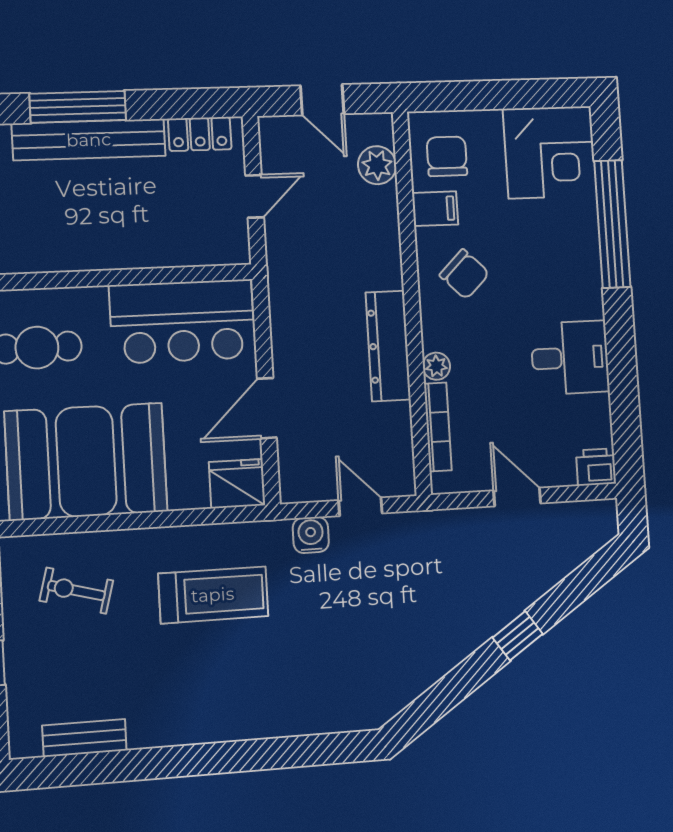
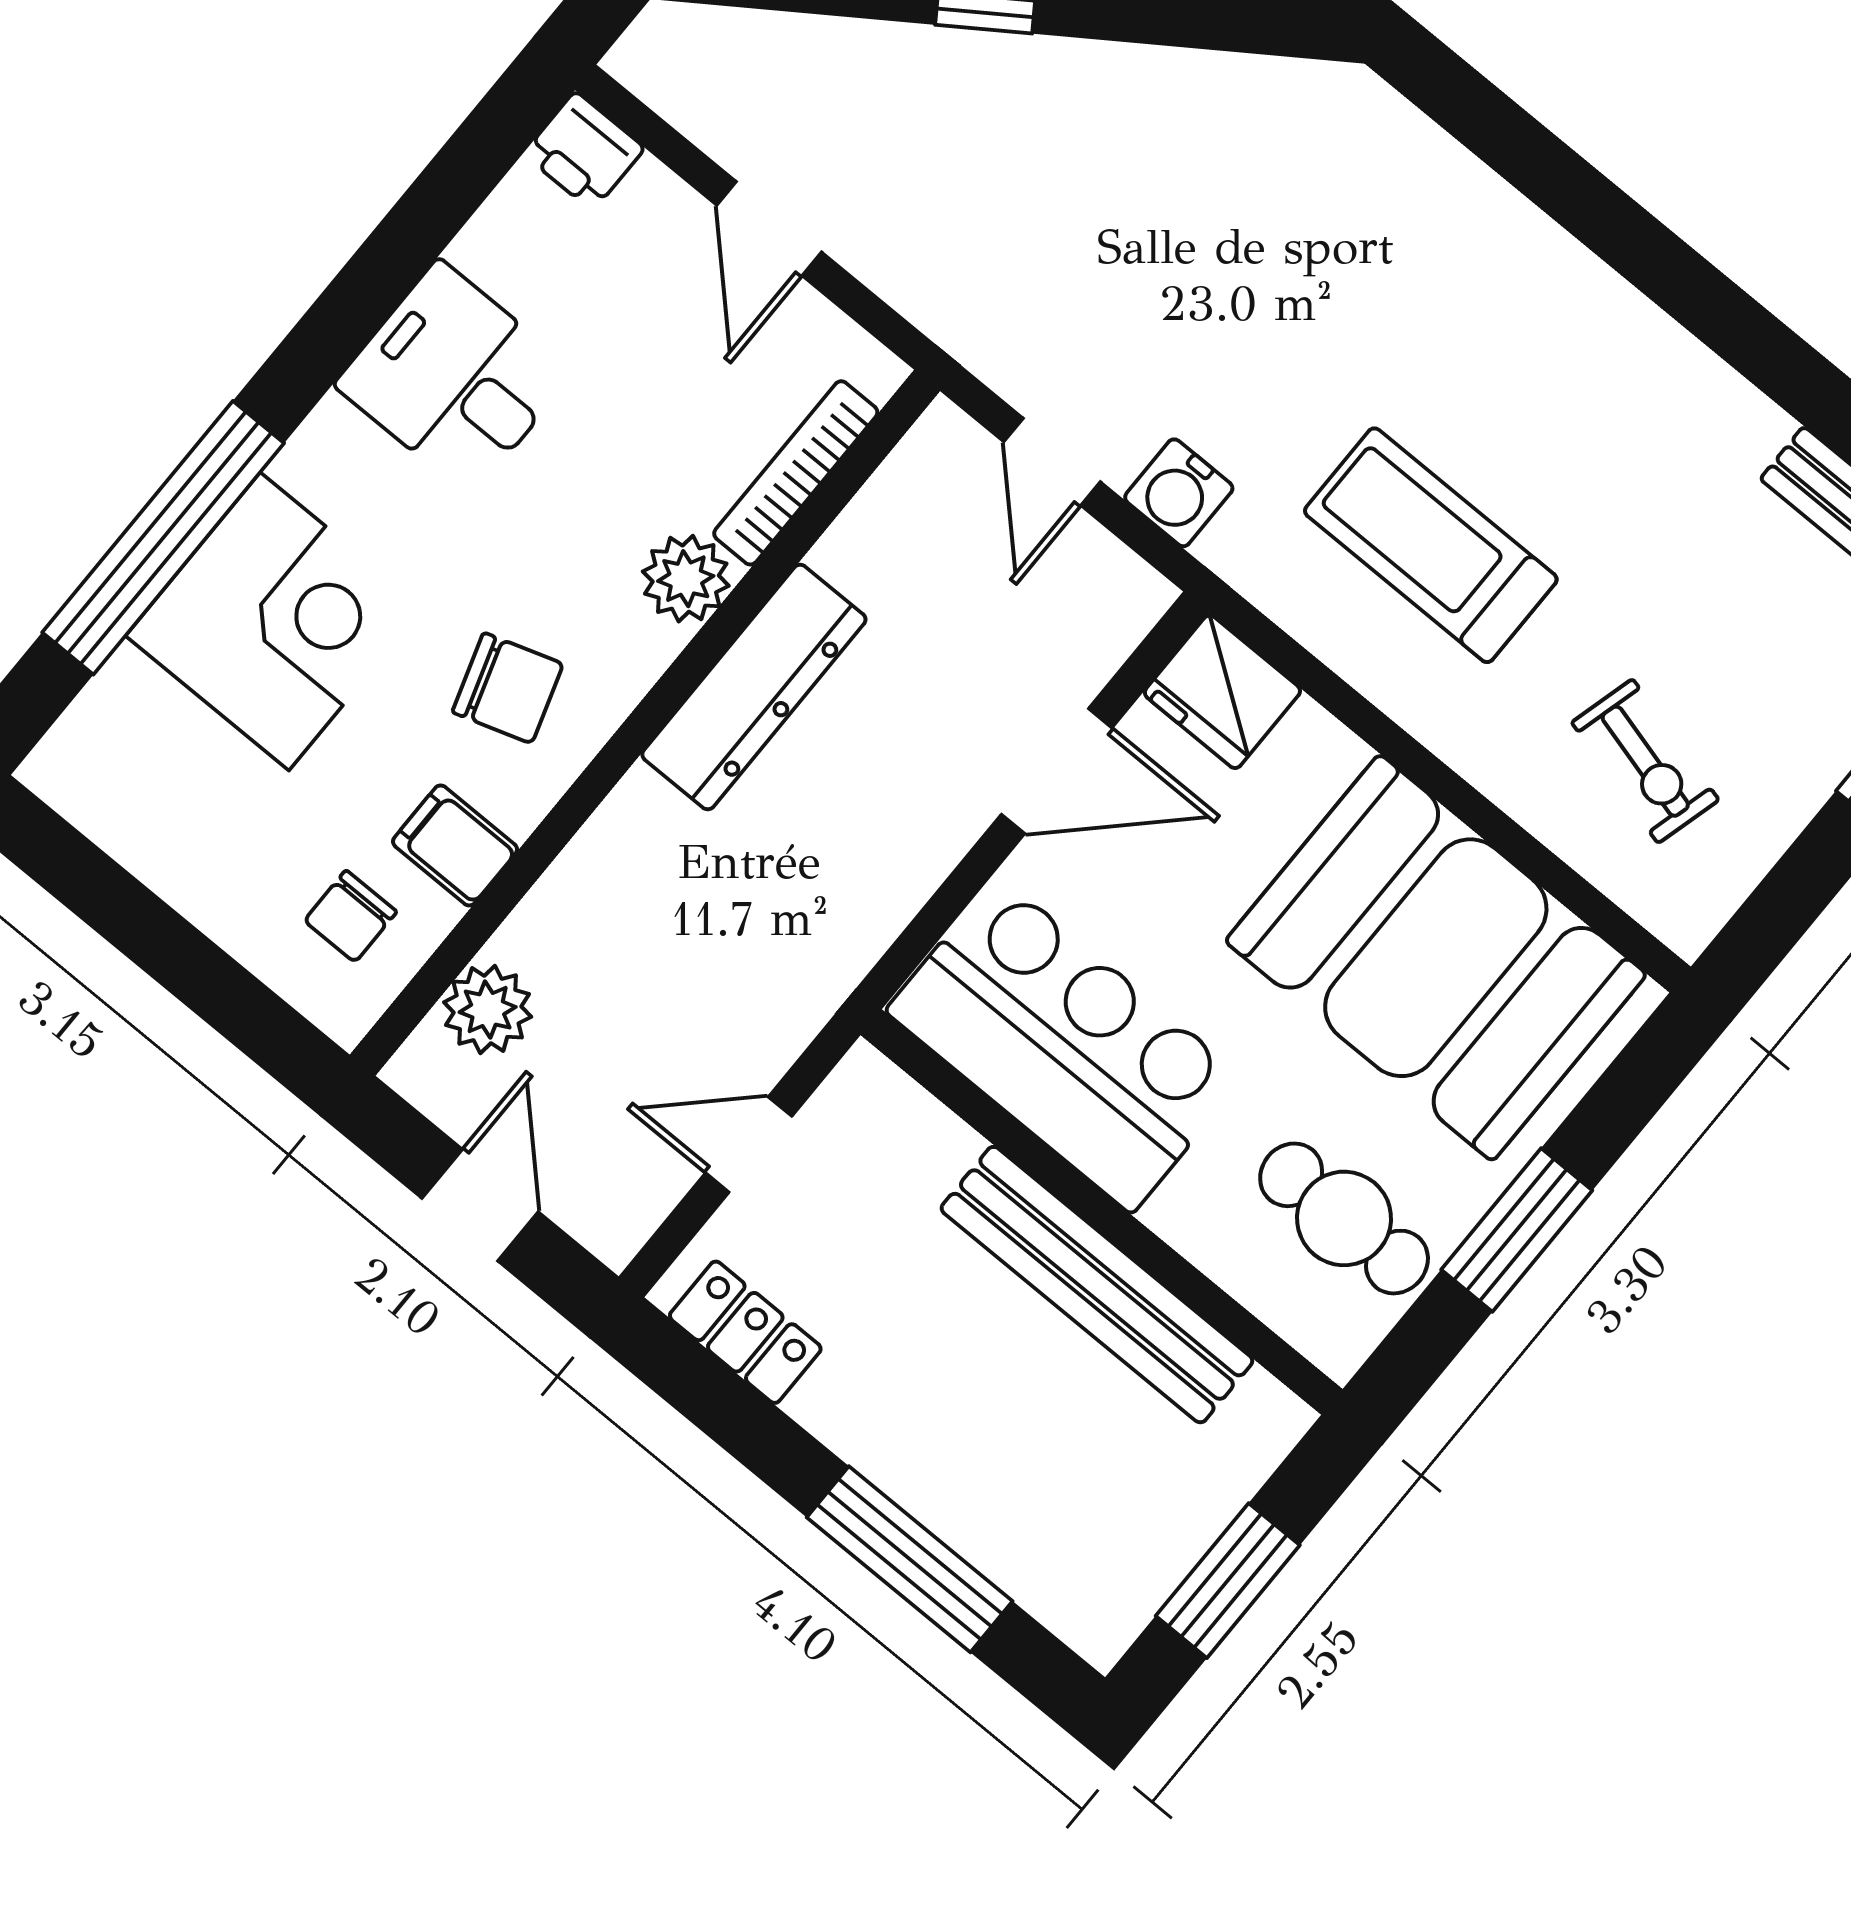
bench: (89, 140) -> (1097, 1285), moved
corner desk: (550, 152) -> (275, 621), moved, turned 90
chair: (447, 156) -> (350, 916), width x0.73, depth x0.73
chair: (464, 274) -> (508, 688), turned 117
plant: (436, 366) -> (686, 579), width x1.38, depth x1.38

